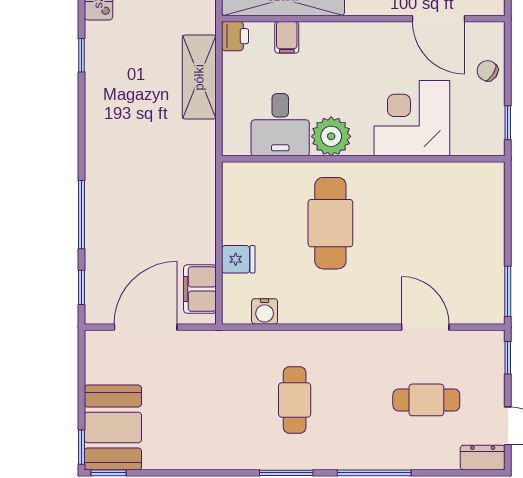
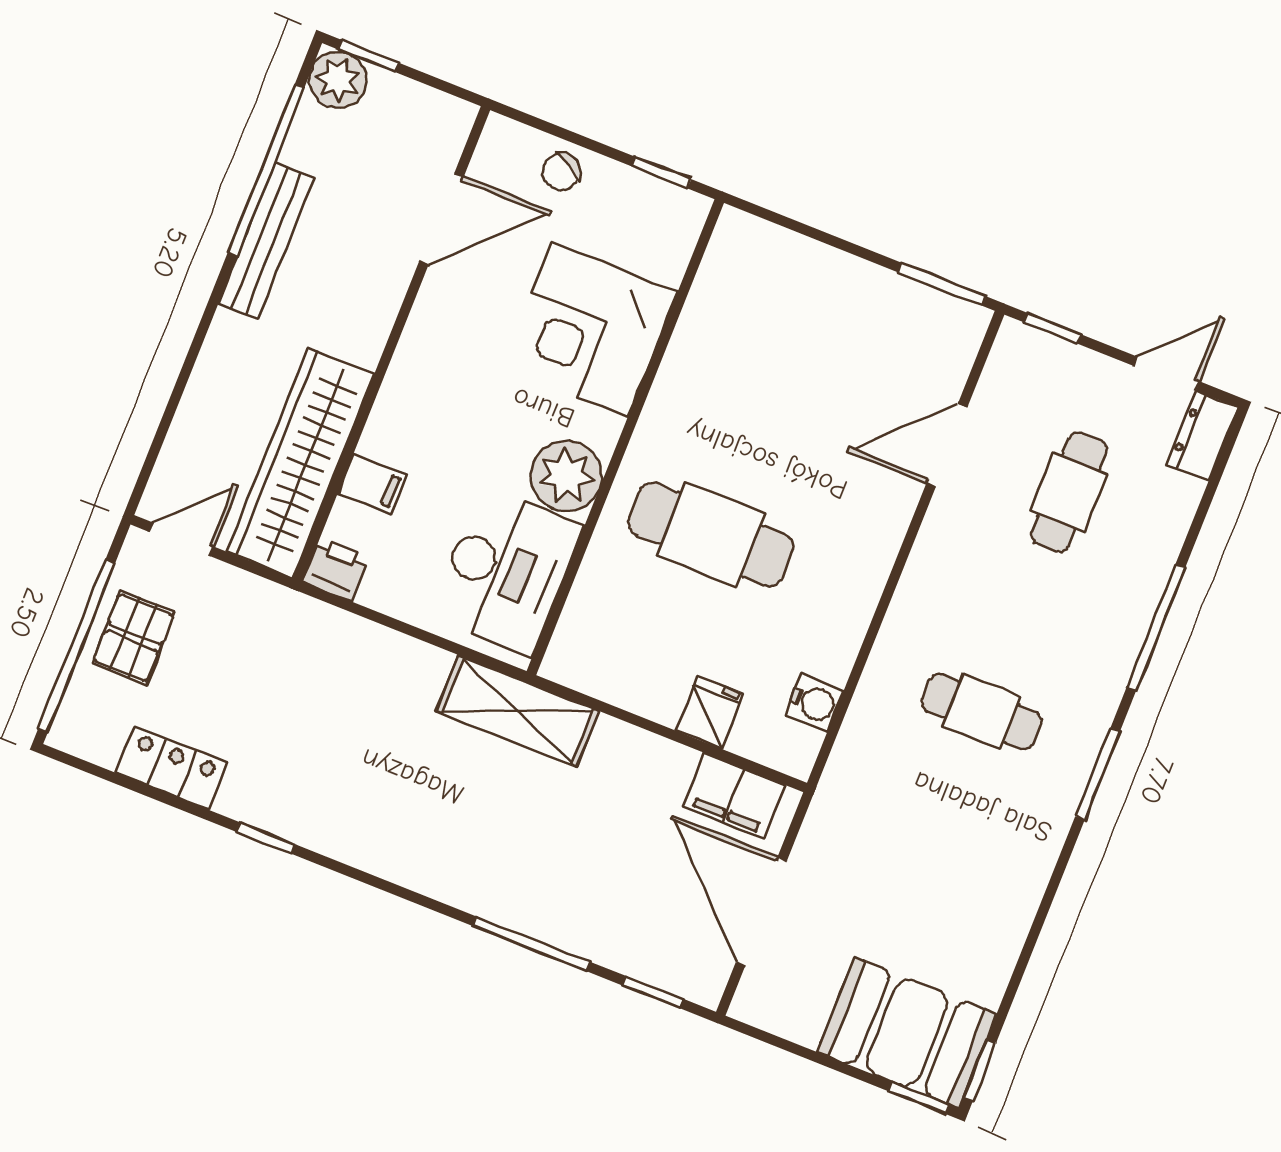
shelving: (199, 77) -> (518, 711), moved
desk: (280, 125) -> (506, 571), width x1.37

